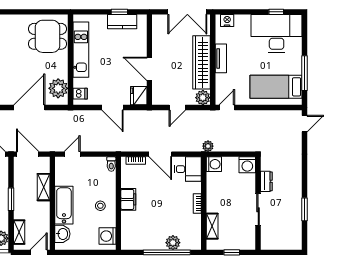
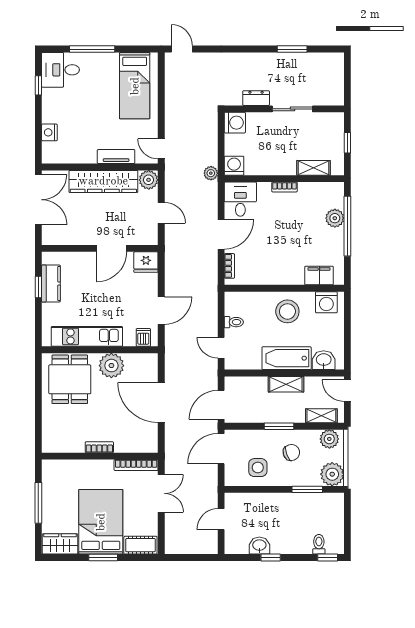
nightstand: (227, 20) -> (49, 132), moved
desk: (277, 33) -> (60, 70), width x0.53, depth x0.77
tv unit: (221, 58) -> (116, 157), moved
window: (305, 73) -> (92, 49), moved
plant: (58, 88) -> (111, 366), moved
door: (113, 108) -> (161, 311), moved
toilet: (111, 164) -> (234, 322), moved
shelving: (44, 187) -> (286, 384), moved
filing cabinet: (128, 199) -> (319, 276), moved
stool: (100, 206) -> (287, 311), width x1.89, depth x1.89

